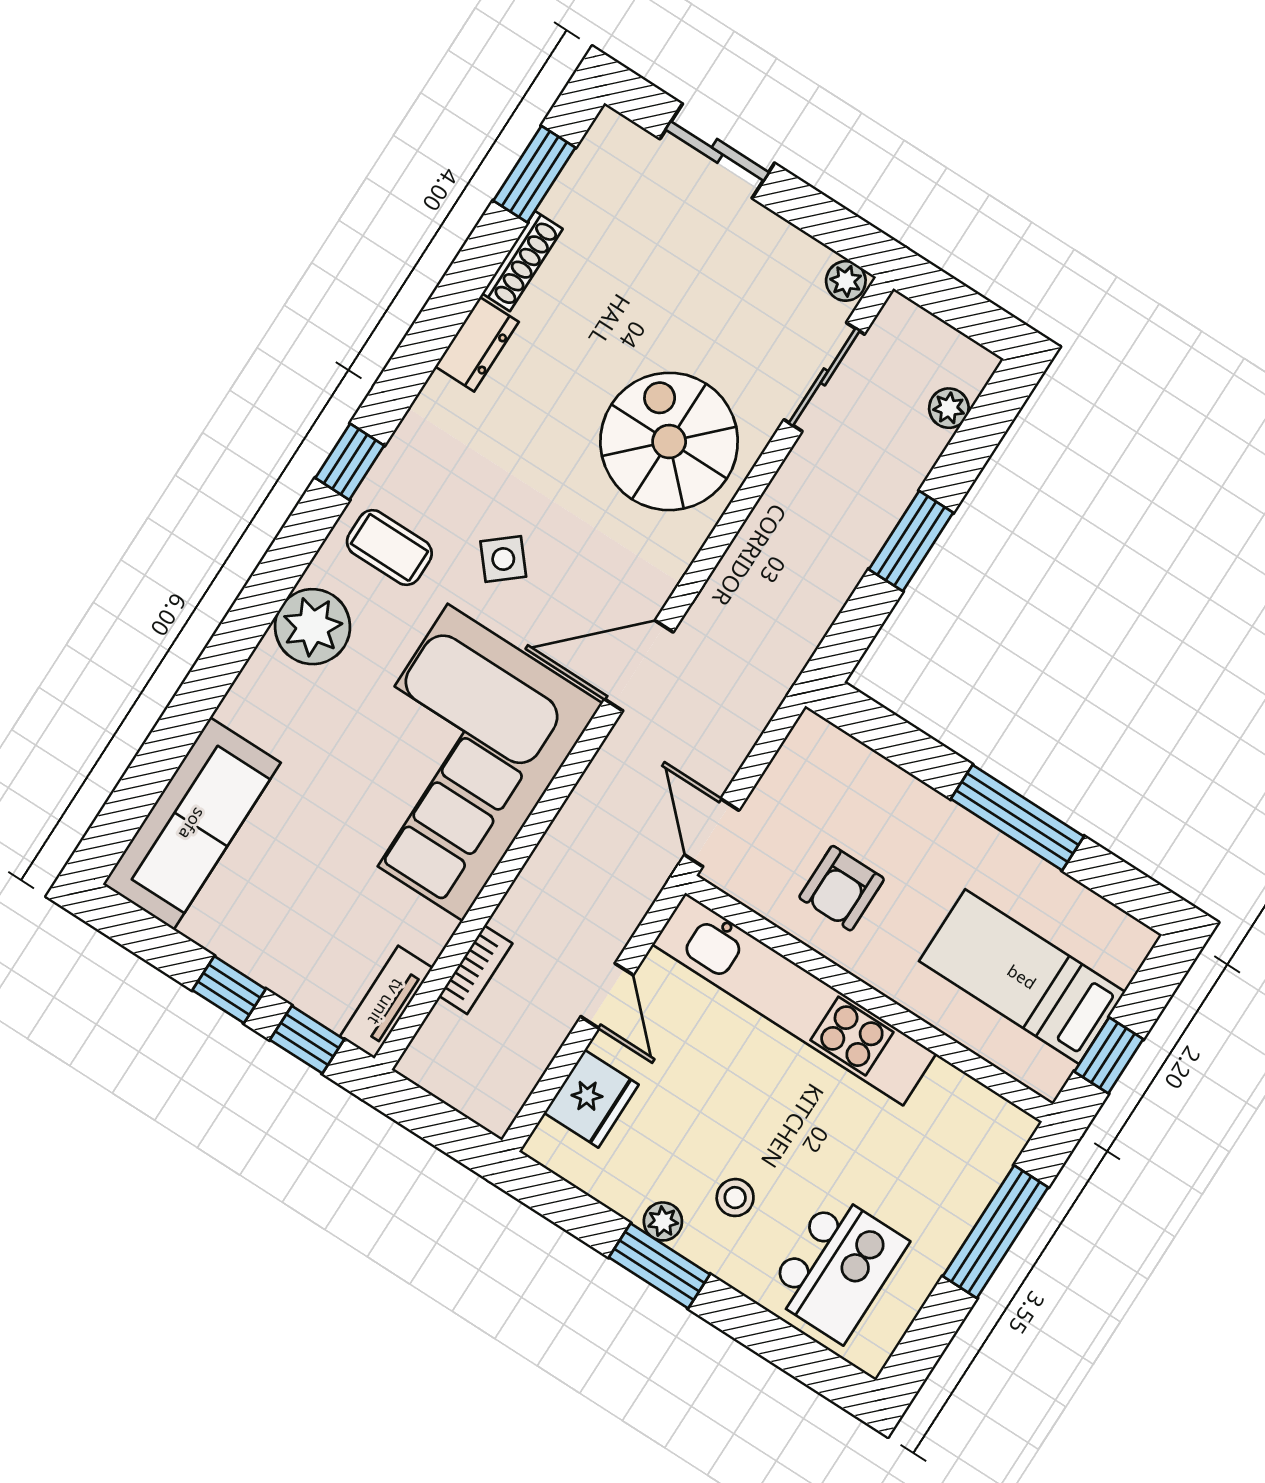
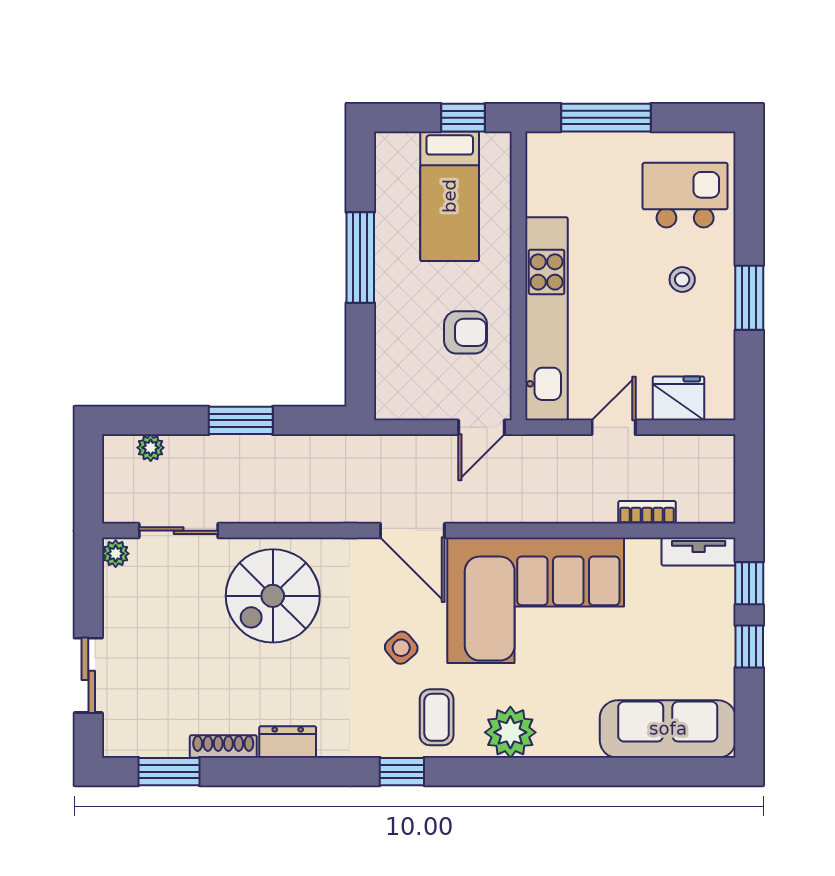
plant: (663, 1221) -> (723, 312), removed

